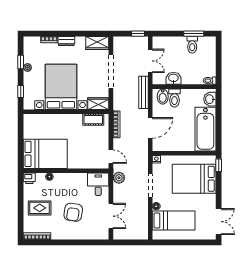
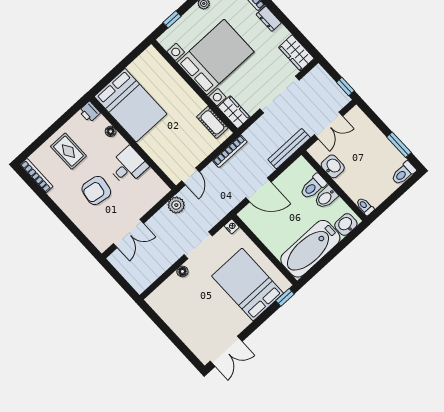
toilet: (192, 45) -> (403, 173), moved
bidet: (163, 97) -> (326, 197), moved
desk: (98, 184) -> (128, 166), moved
bed: (174, 221) -> (184, 303), removed

